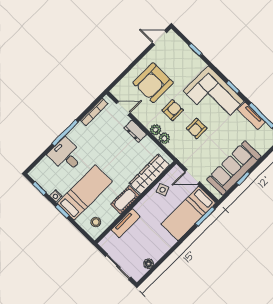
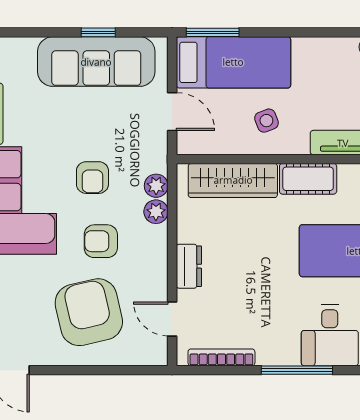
armchair: (153, 83) -> (89, 312), turned -103
armchair: (197, 128) -> (92, 178), turned 90
plant: (156, 130) -> (156, 186), moved
side table: (163, 190) -> (266, 121), moved

